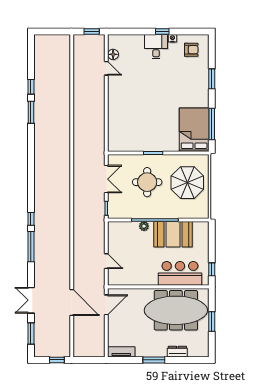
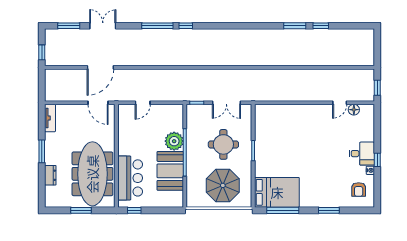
plant: (144, 226) -> (174, 141), width x1.88, depth x1.88

